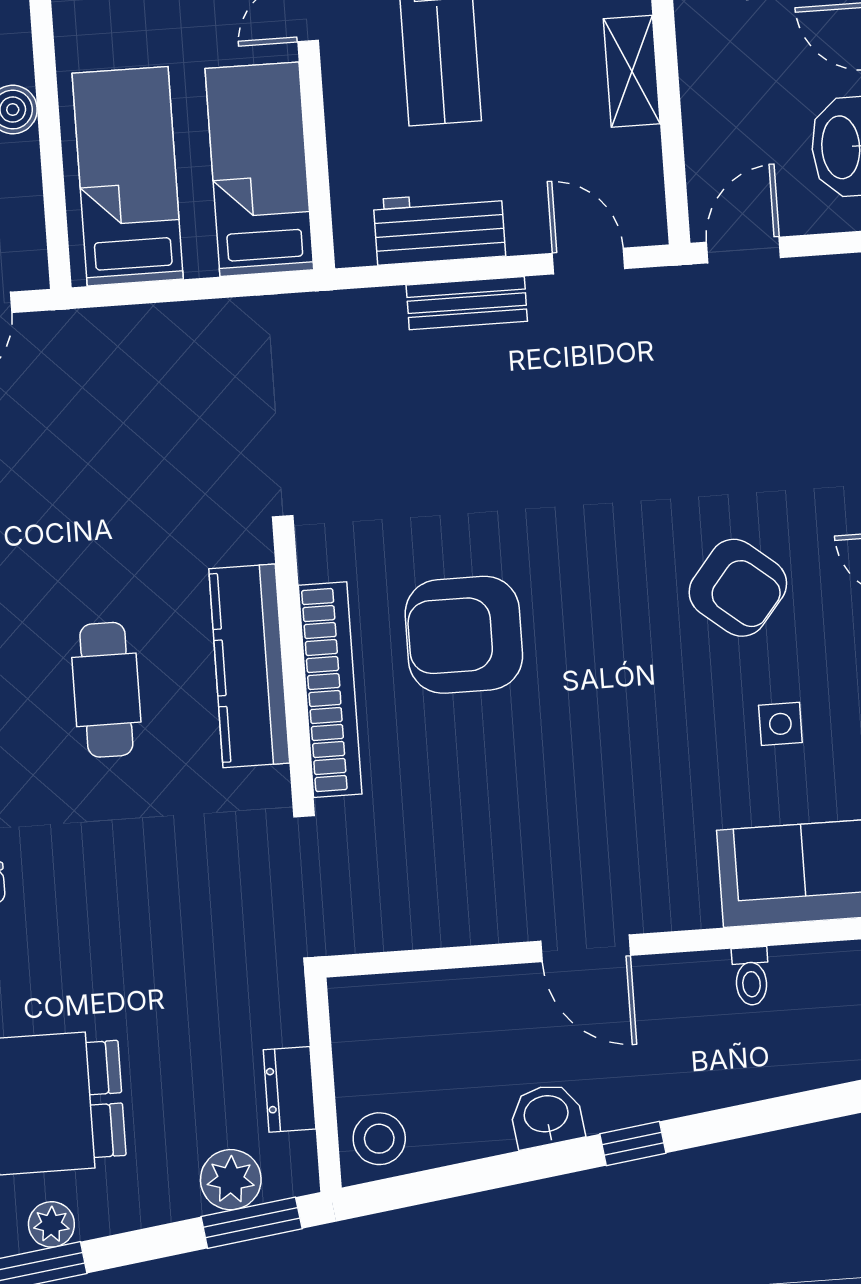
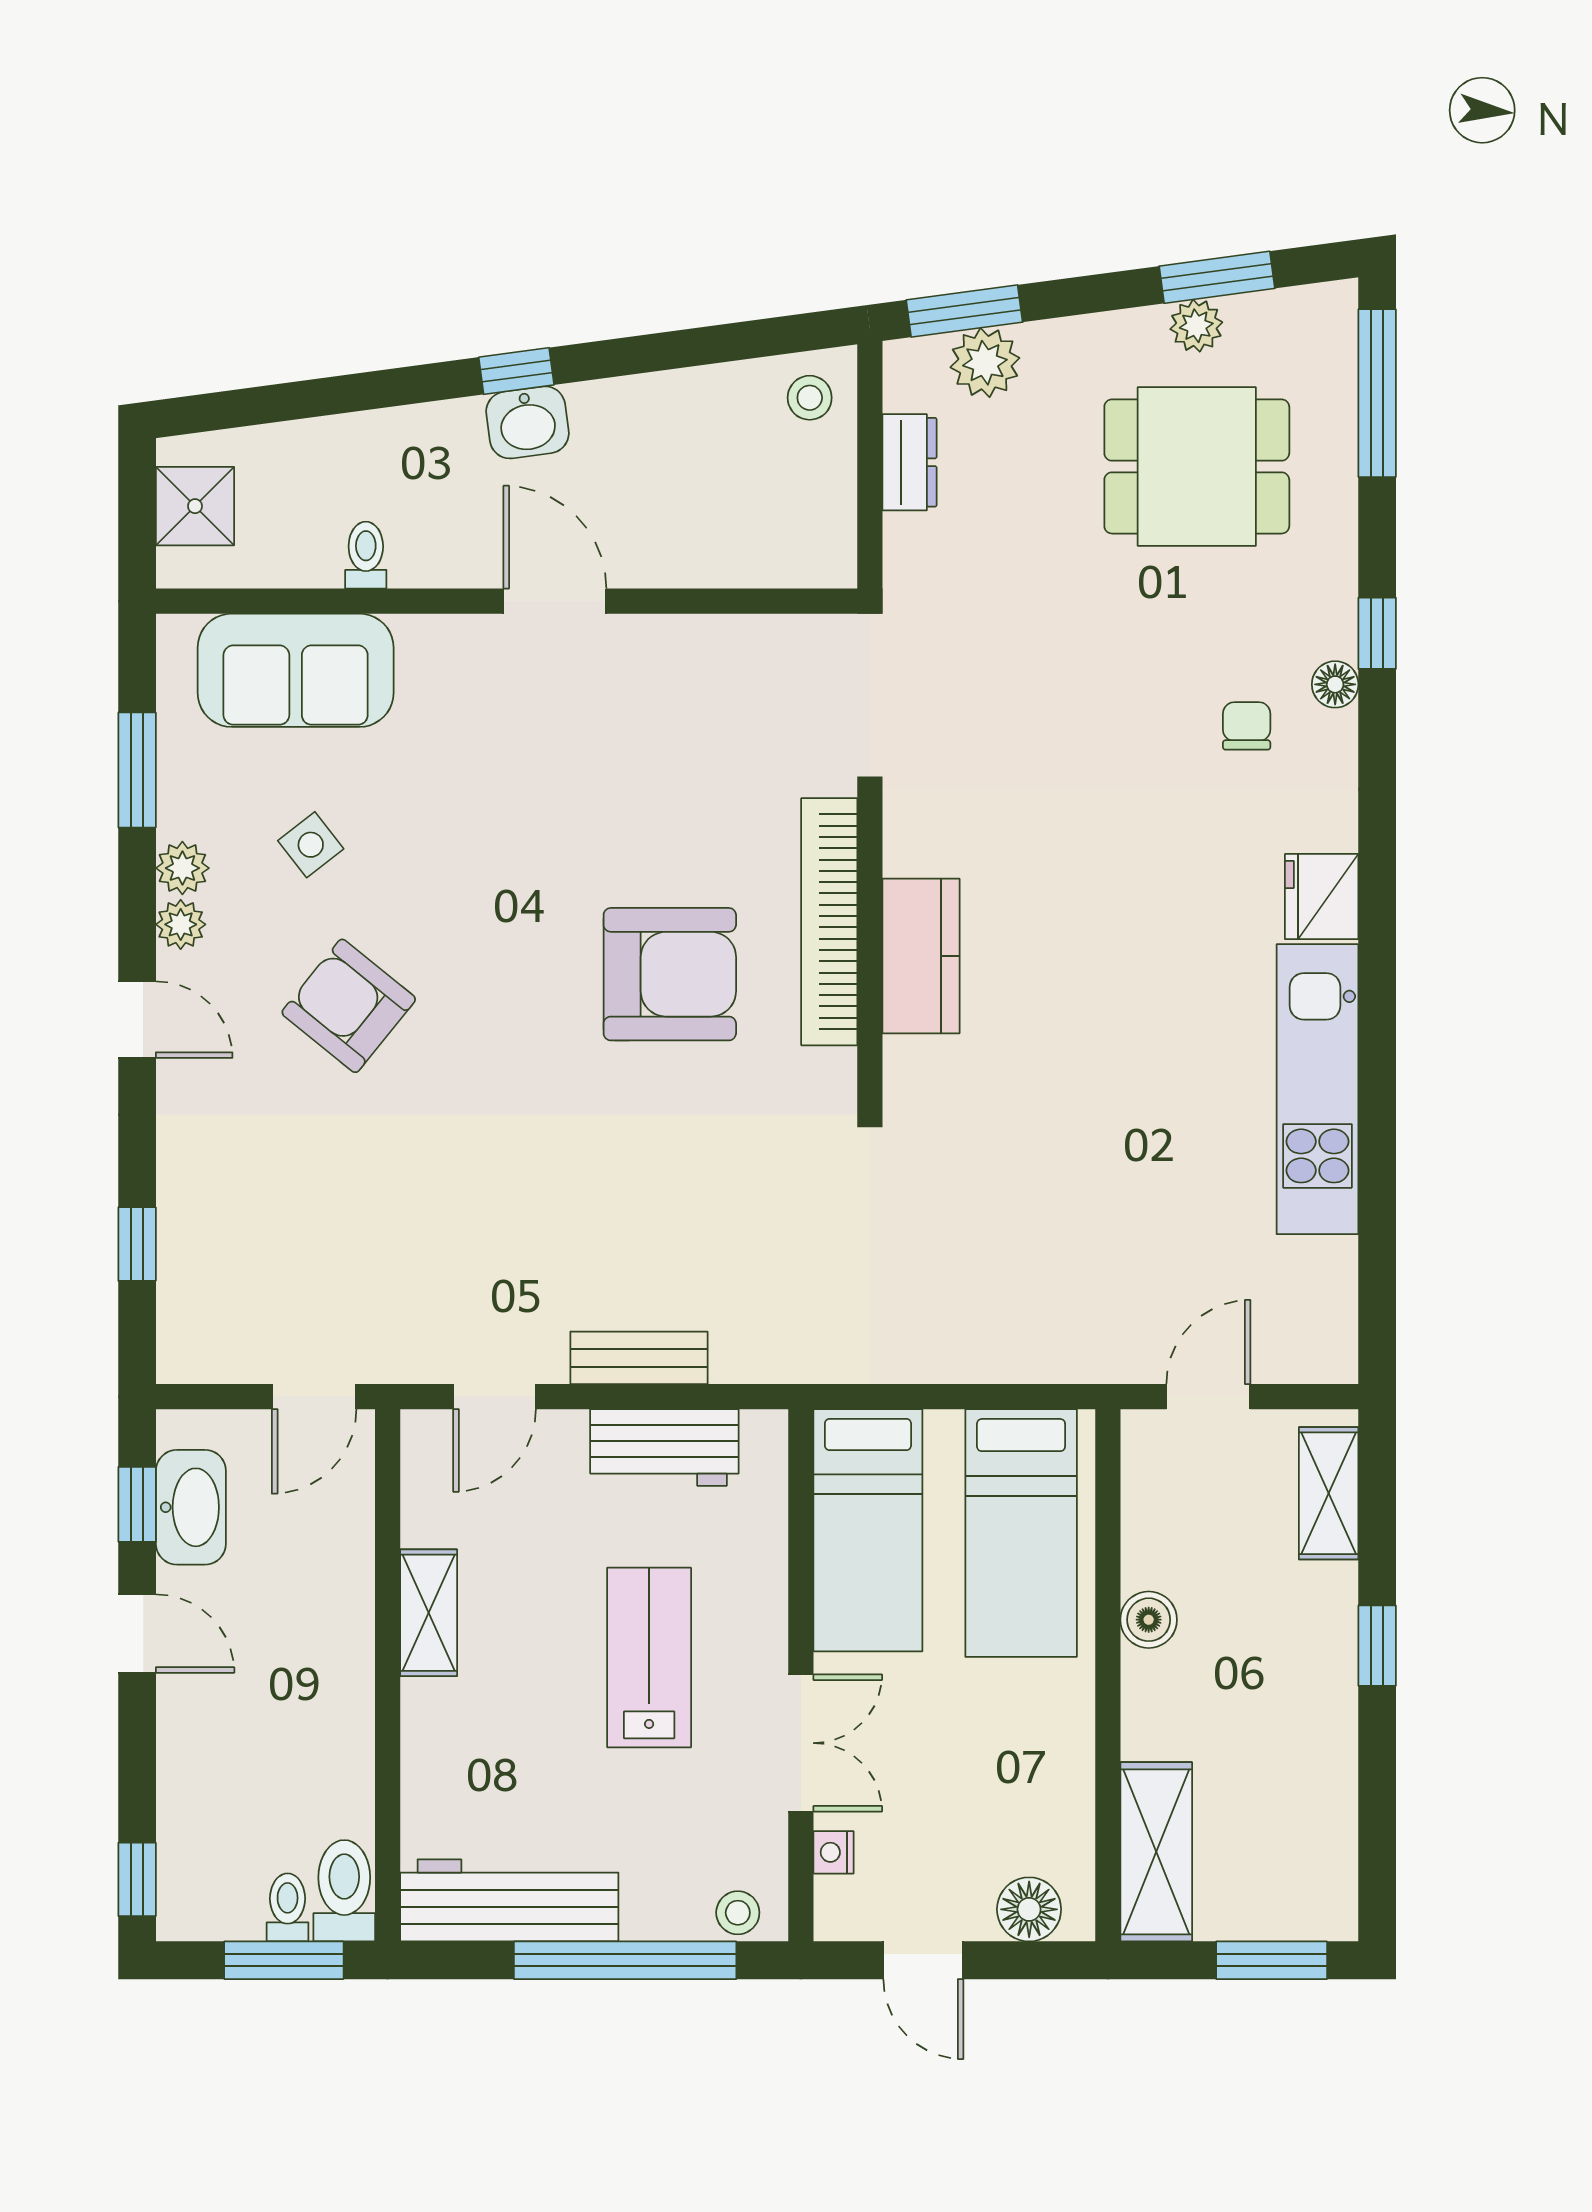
door: (588, 261) -> (495, 1397), hinge flipped
kitchen counter: (249, 666) -> (921, 956), width x0.67
cafe table: (106, 690) -> (1088, 940), removed
side table: (780, 724) -> (311, 845), turned -38
washbasin: (546, 1115) -> (527, 422), moved
stool: (379, 1139) -> (810, 398), width x0.73, depth x0.73

